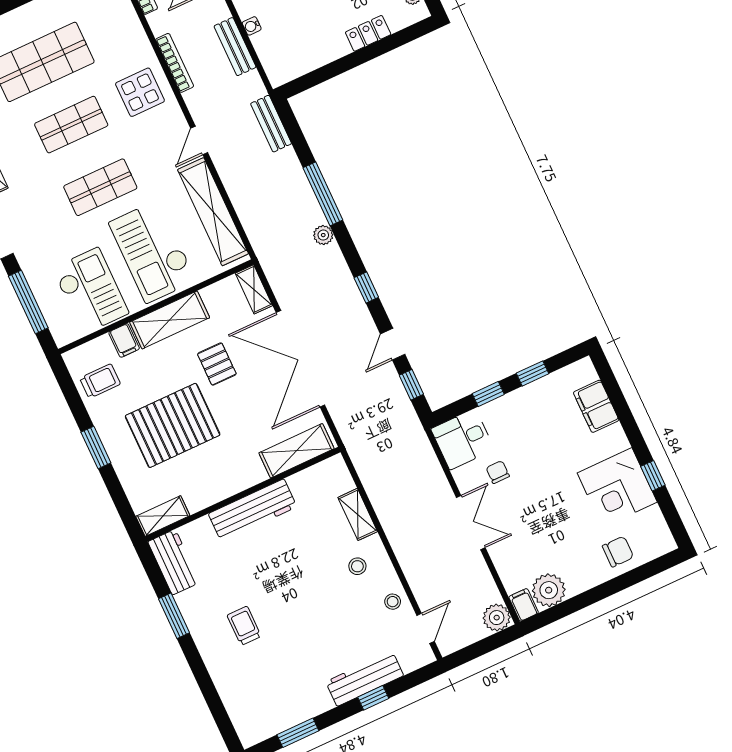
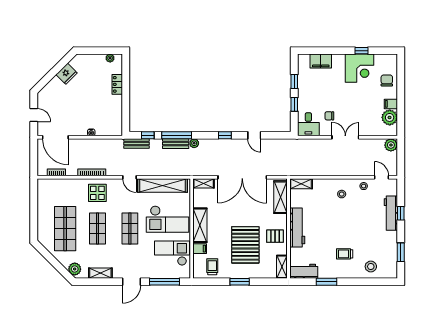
bench: (235, 47) -> (176, 144), moved
pallet: (217, 364) -> (275, 236), moved
window: (411, 385) -> (148, 135), moved
shelving: (358, 514) -> (301, 184), moved
filing cabinet: (524, 605) -> (391, 104), moved
stool: (243, 688) -> (371, 267), added

